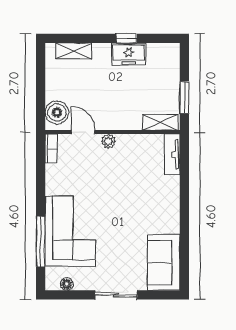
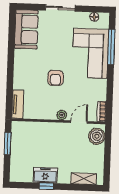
shelving: (160, 122) -> (25, 127), removed
door: (83, 132) -> (79, 122), swing flipped
armchair: (119, 194) -> (56, 78), added

